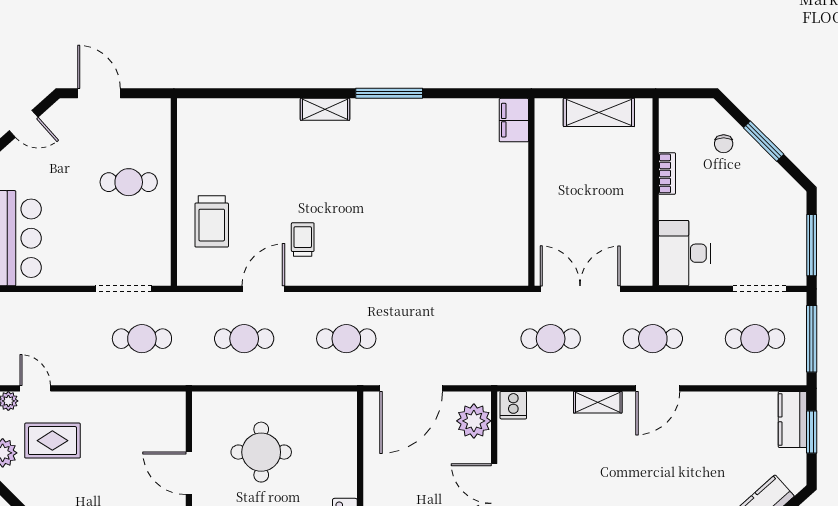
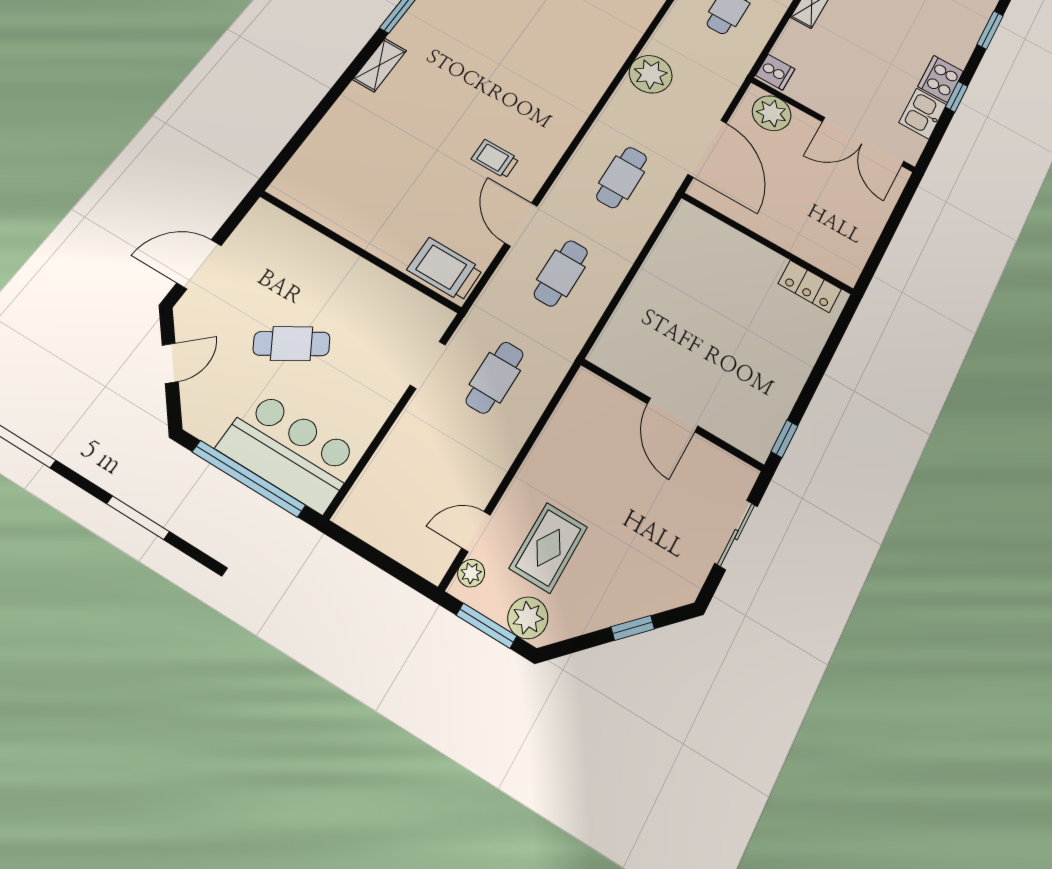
cafe table: (129, 182) -> (292, 344), moved, turned 59
trolley: (212, 221) -> (445, 269), moved, turned 180
doorway: (123, 289) -> (428, 365), width x0.73
plant: (448, 311) -> (651, 74), added
round table: (261, 452) -> (692, 326), removed
door: (189, 473) -> (673, 415), hinge flipped

